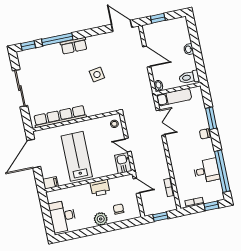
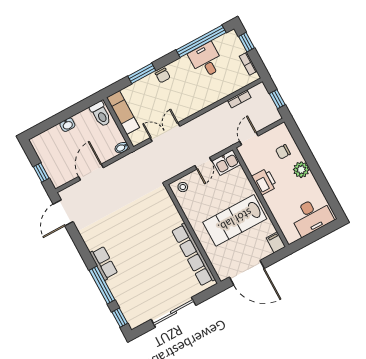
side table: (97, 75) -> (130, 225), removed
exam couch: (174, 97) -> (123, 113), moved

